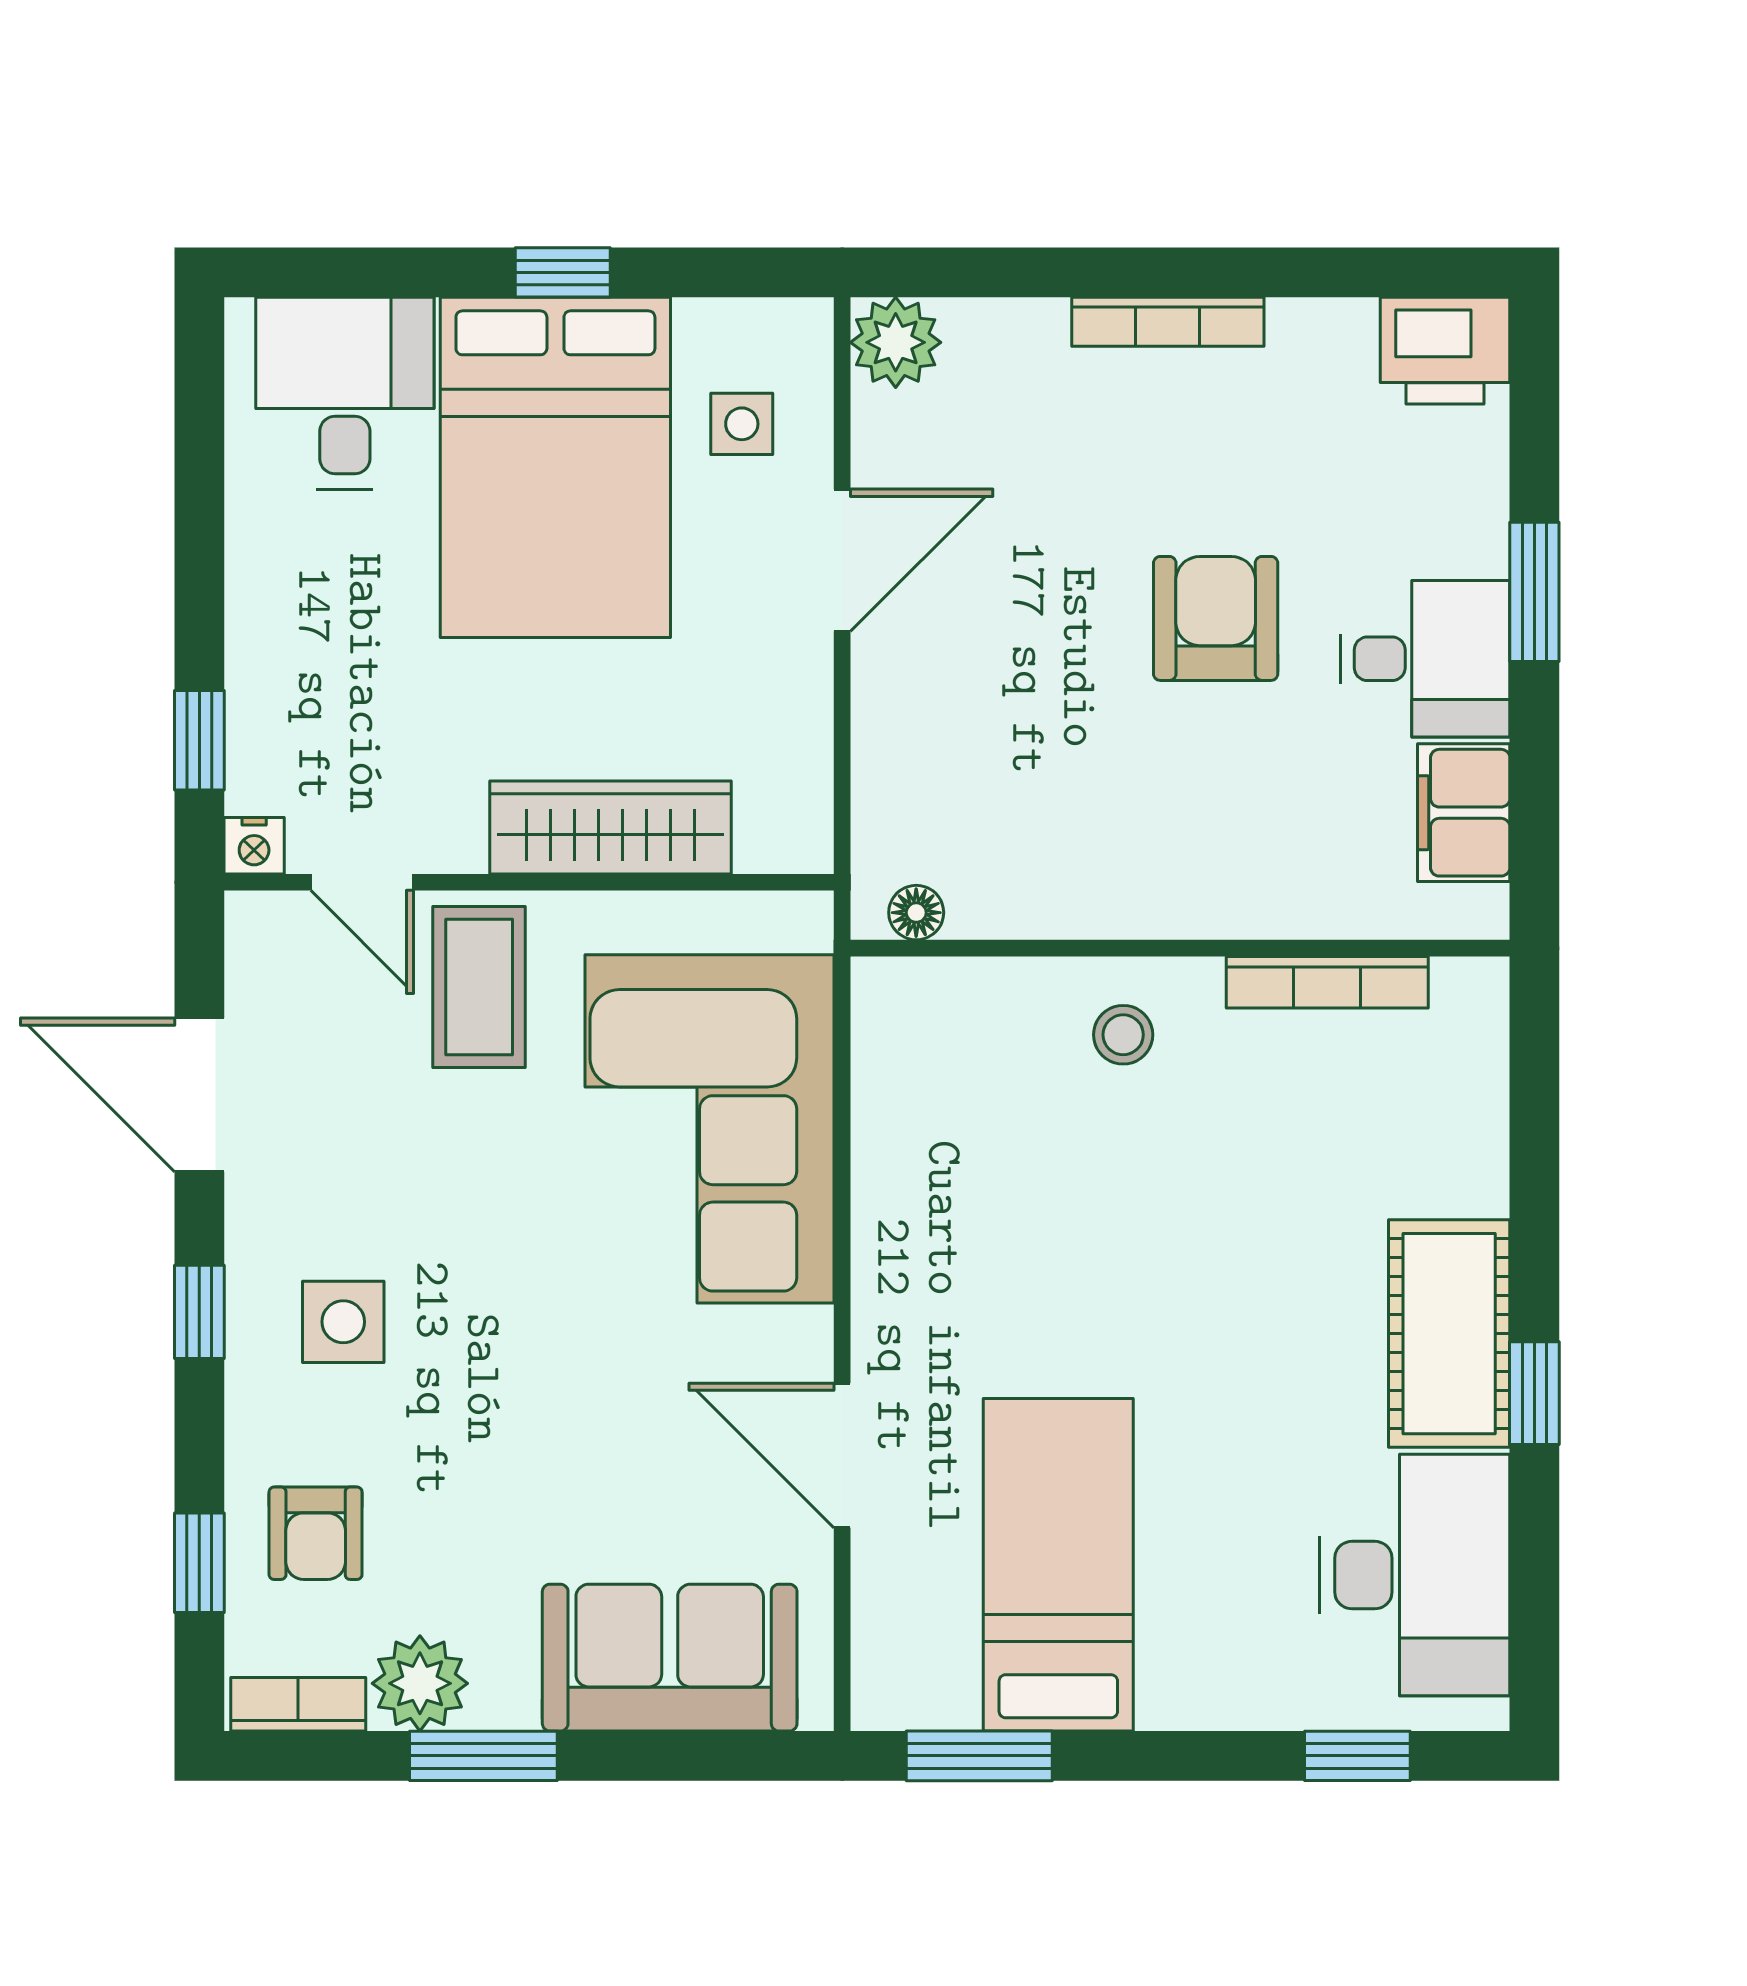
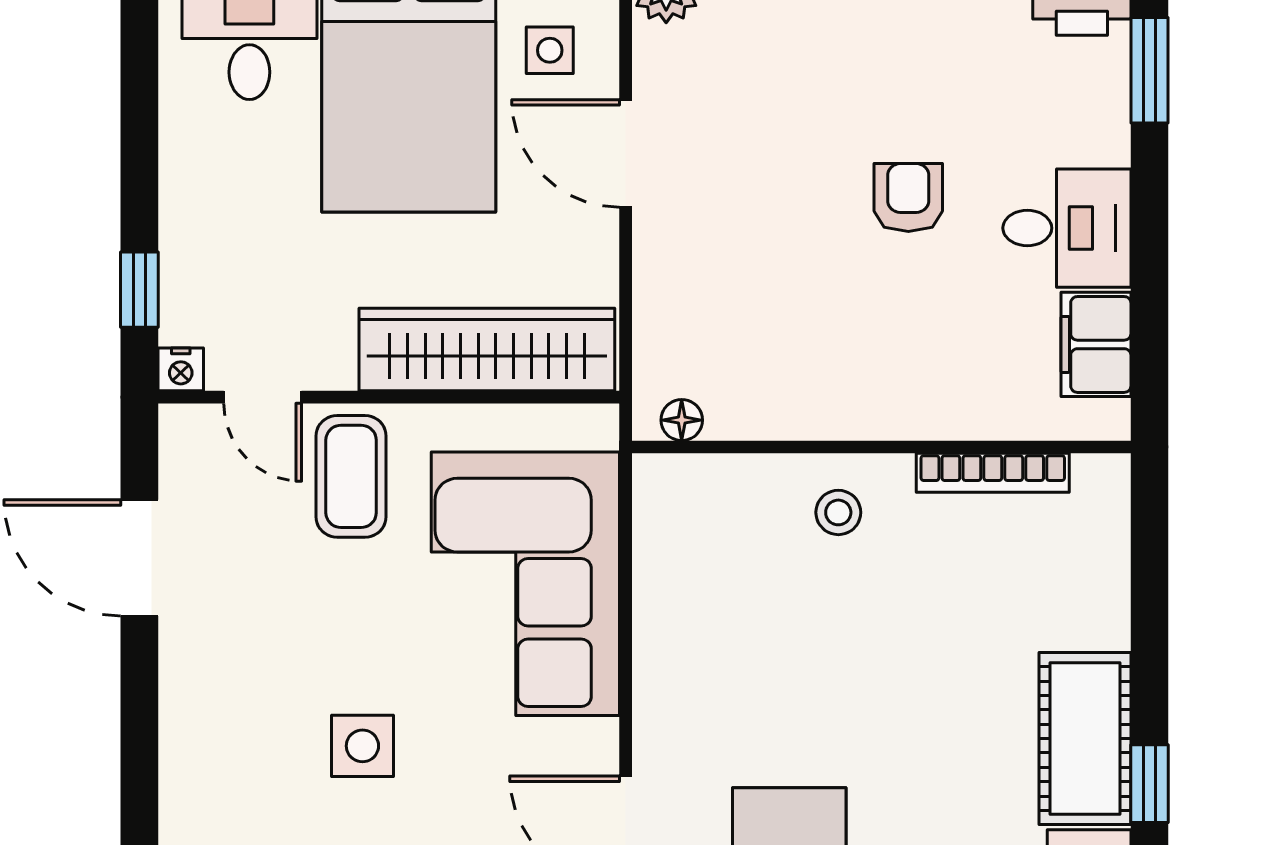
door: (842, 560) -> (626, 153), swing flipped
window: (1534, 592) -> (1149, 70), moved
armchair: (1216, 618) -> (908, 198), width x0.72, depth x0.72
wardrobe: (610, 827) -> (487, 350), width x1.40, depth x1.17
window: (199, 1312) -> (139, 722), removed
side table: (343, 1322) -> (362, 746), moved

